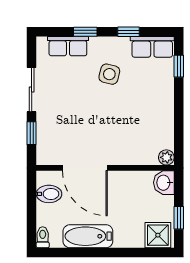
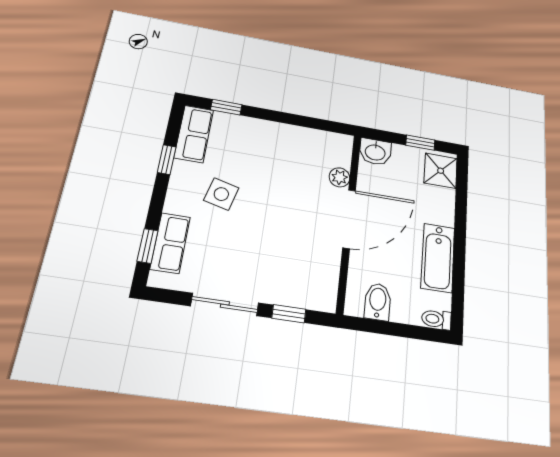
window: (85, 32) -> (148, 246), moved
plant: (166, 157) -> (339, 177), moved
door: (85, 168) -> (349, 219), moved

